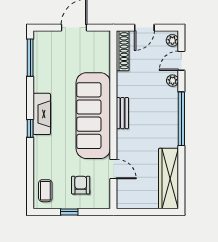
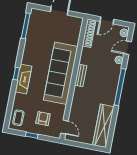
fireplace: (42, 114) -> (23, 79), moved
door: (113, 169) -> (64, 127), moved

